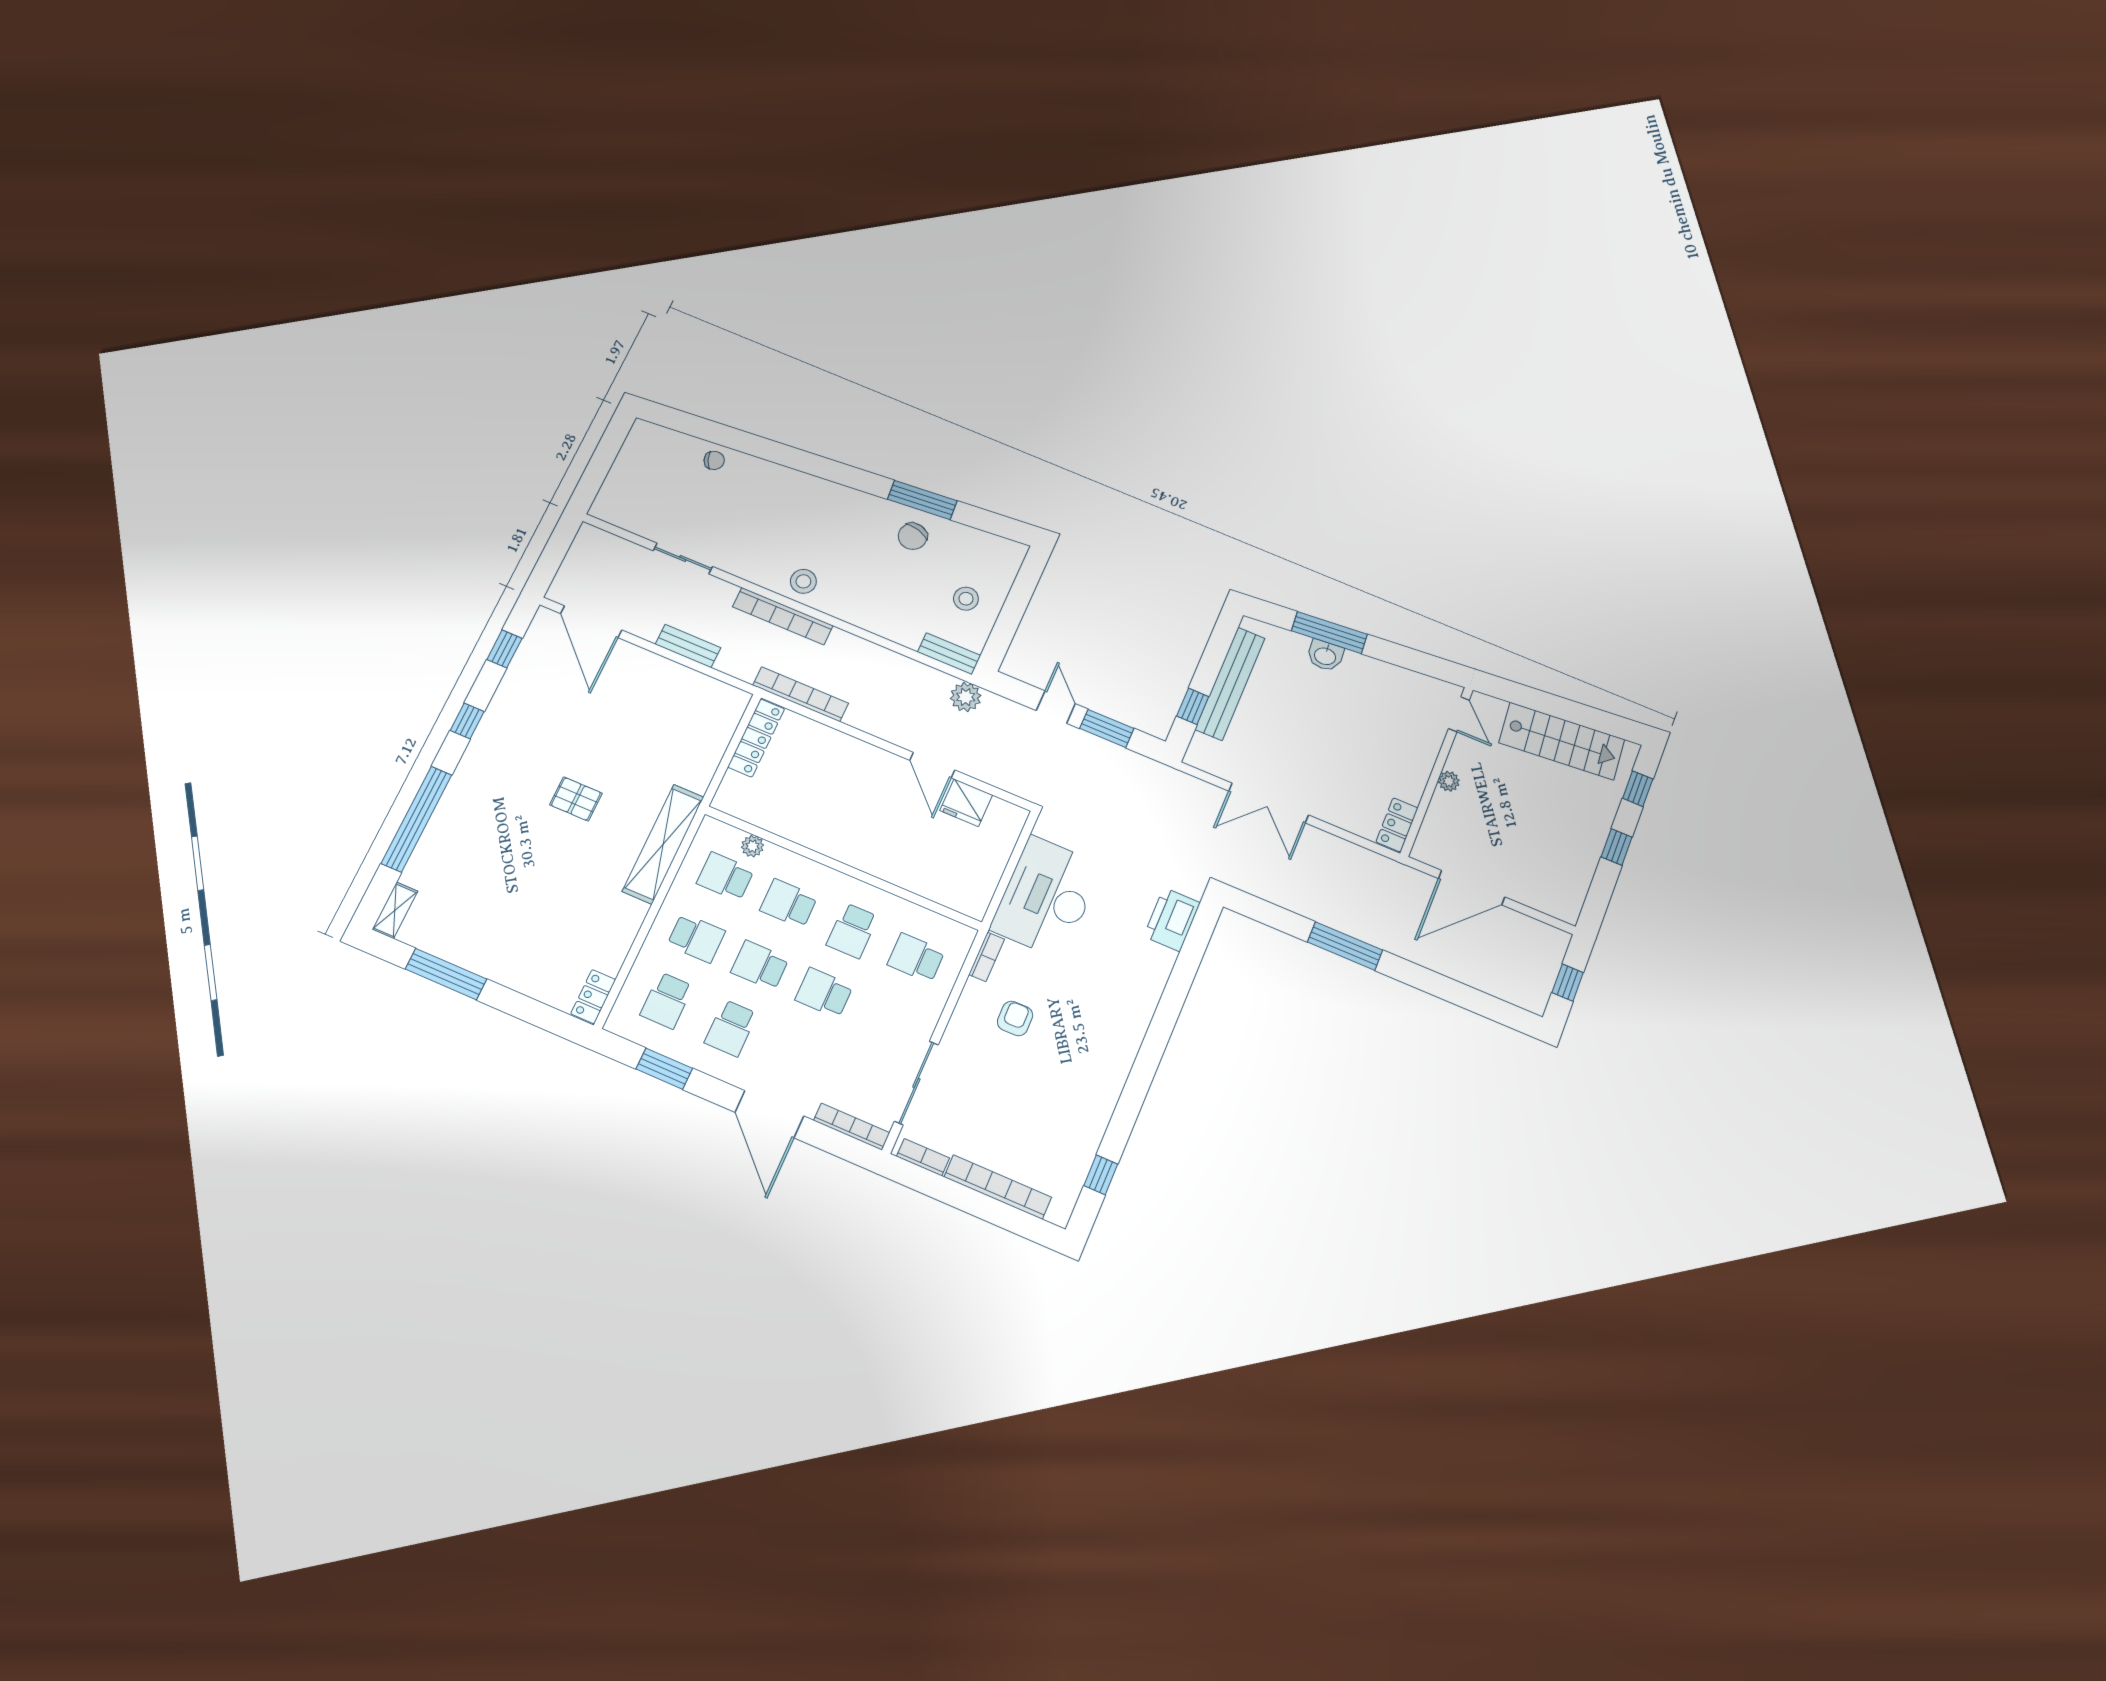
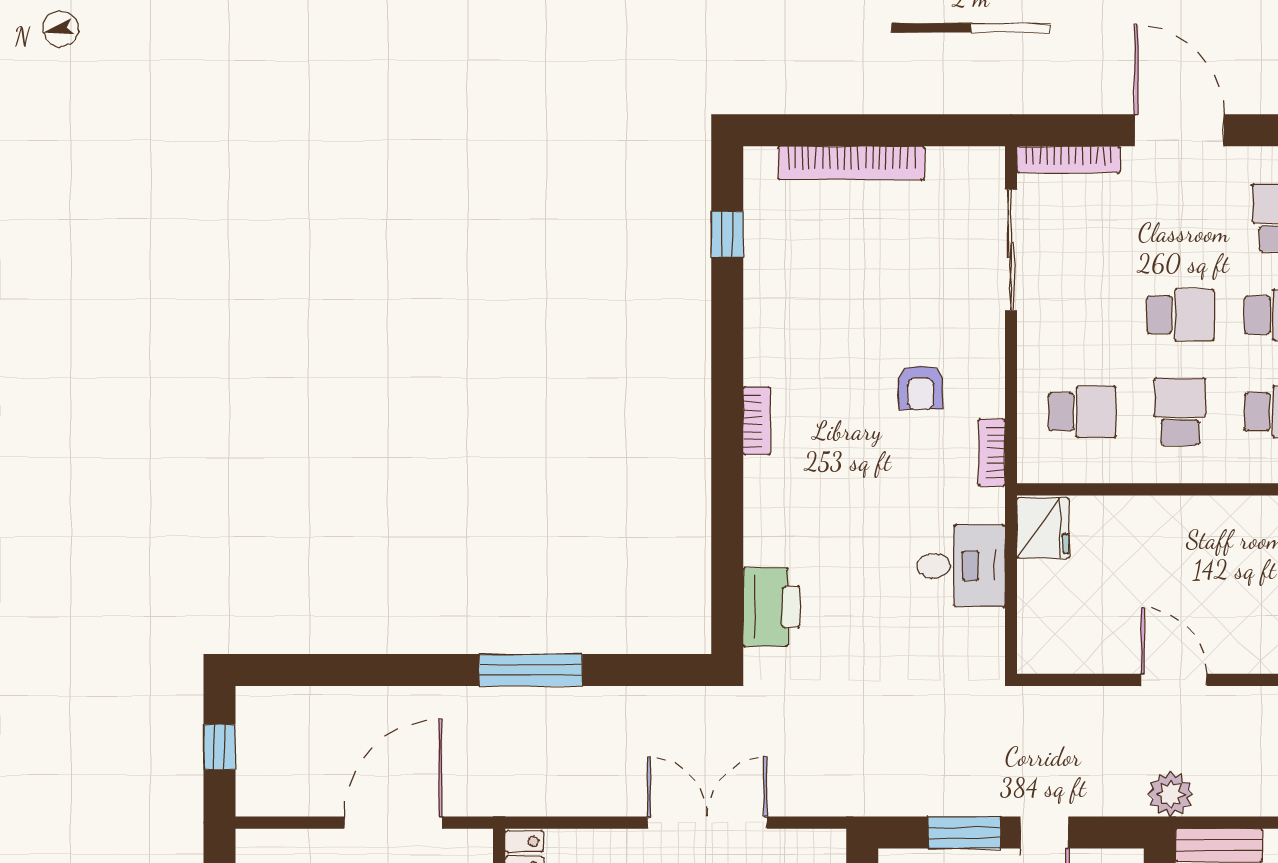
fridge: (966, 803) -> (1043, 528), moved, turned 90
desk: (1046, 897) -> (961, 566), width x0.53, depth x0.77
bookcase: (923, 1157) -> (757, 421), moved, turned -90

